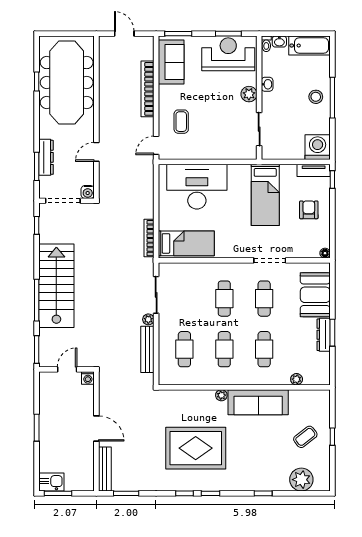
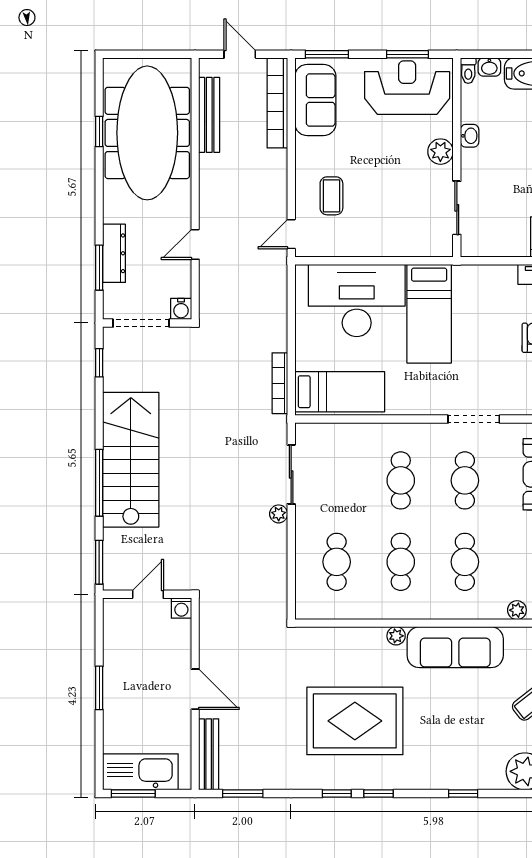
bookcase: (148, 89) -> (277, 103), moved
bed: (265, 195) -> (429, 314), moved
bench: (147, 349) -> (209, 115), moved
kitchen sink: (51, 482) -> (140, 772), width x1.88, depth x1.24

